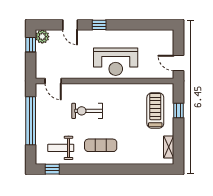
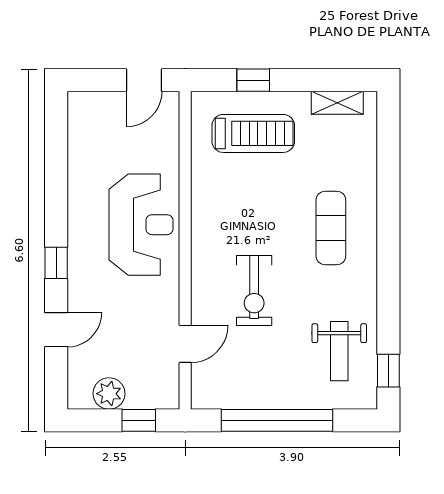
plant: (42, 37) -> (109, 394), moved
window: (31, 45) -> (139, 420), moved
door: (53, 81) -> (185, 344), moved
treadmill: (155, 110) -> (253, 133), turned 180
exercise mat: (101, 145) -> (331, 228), moved

